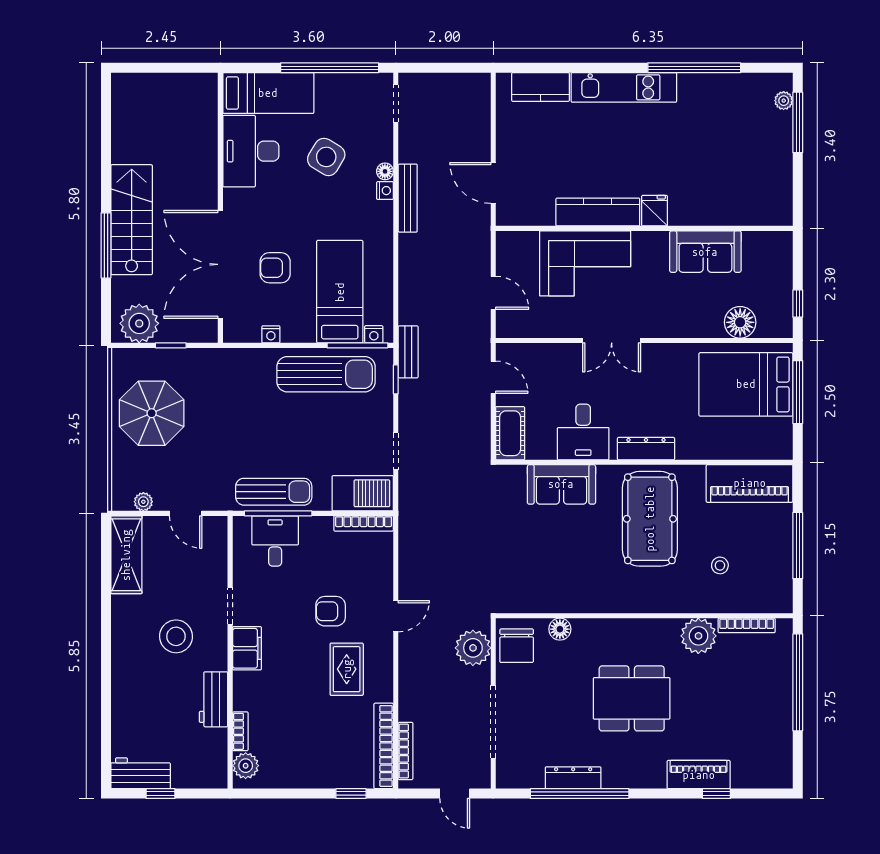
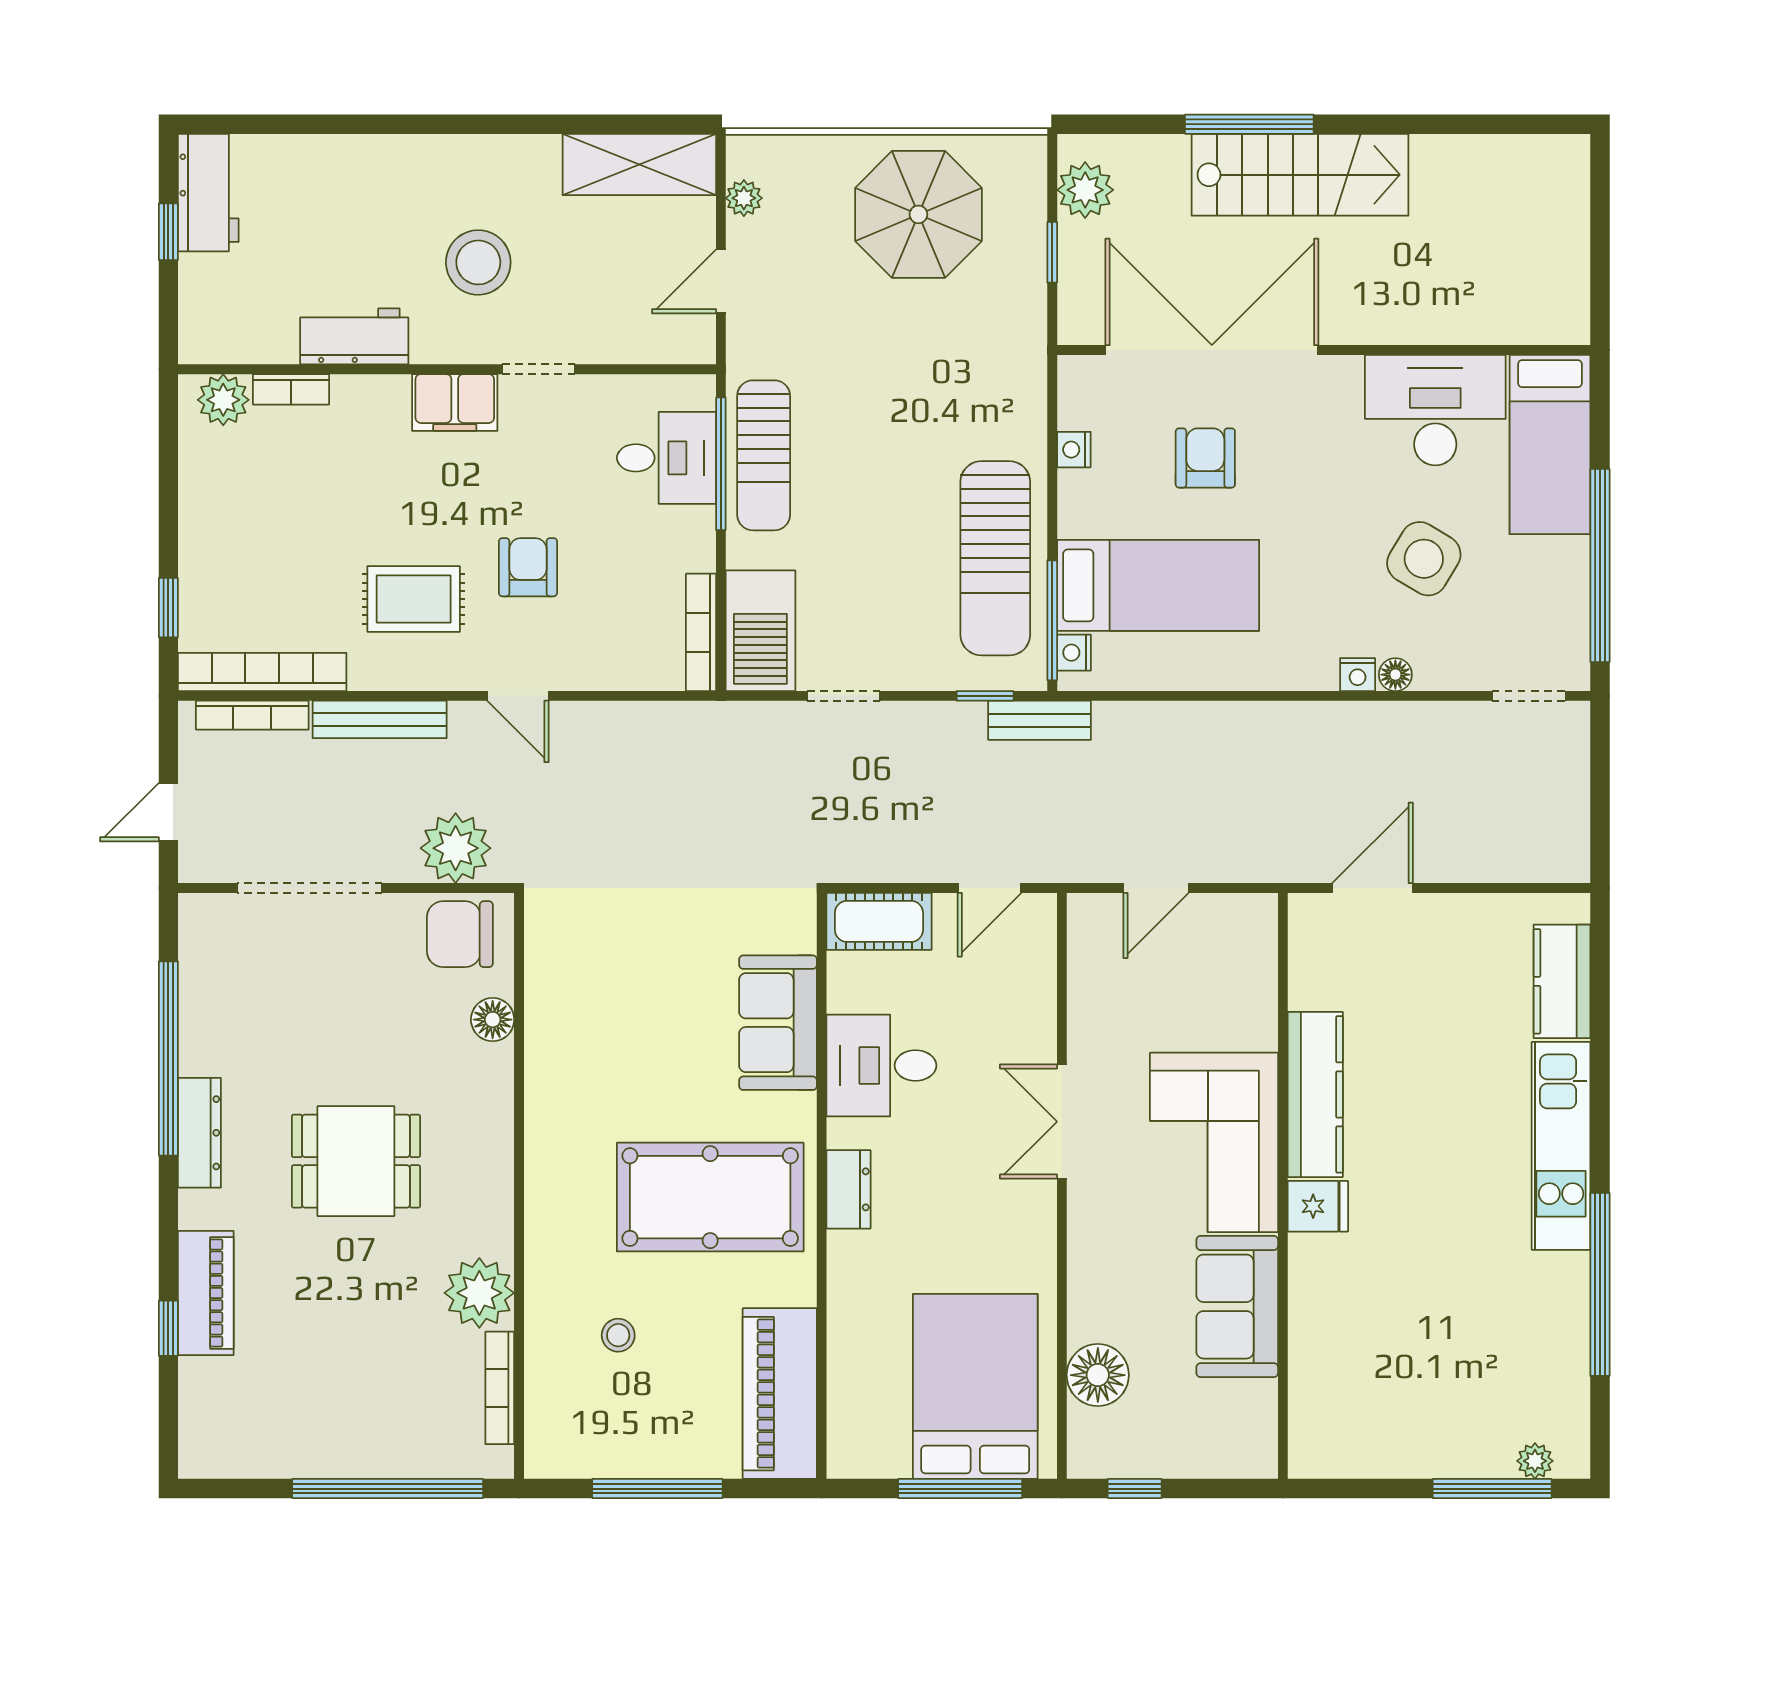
bench: (408, 198) -> (380, 719), moved
corner sofa: (585, 263) -> (1214, 1142), moved
plant: (139, 323) -> (1085, 190), width x0.73, depth x0.73
dresser: (646, 449) -> (849, 1189), width x0.70
dining table: (632, 698) -> (356, 1161), width x0.73
dresser: (573, 778) -> (199, 1133), moved

